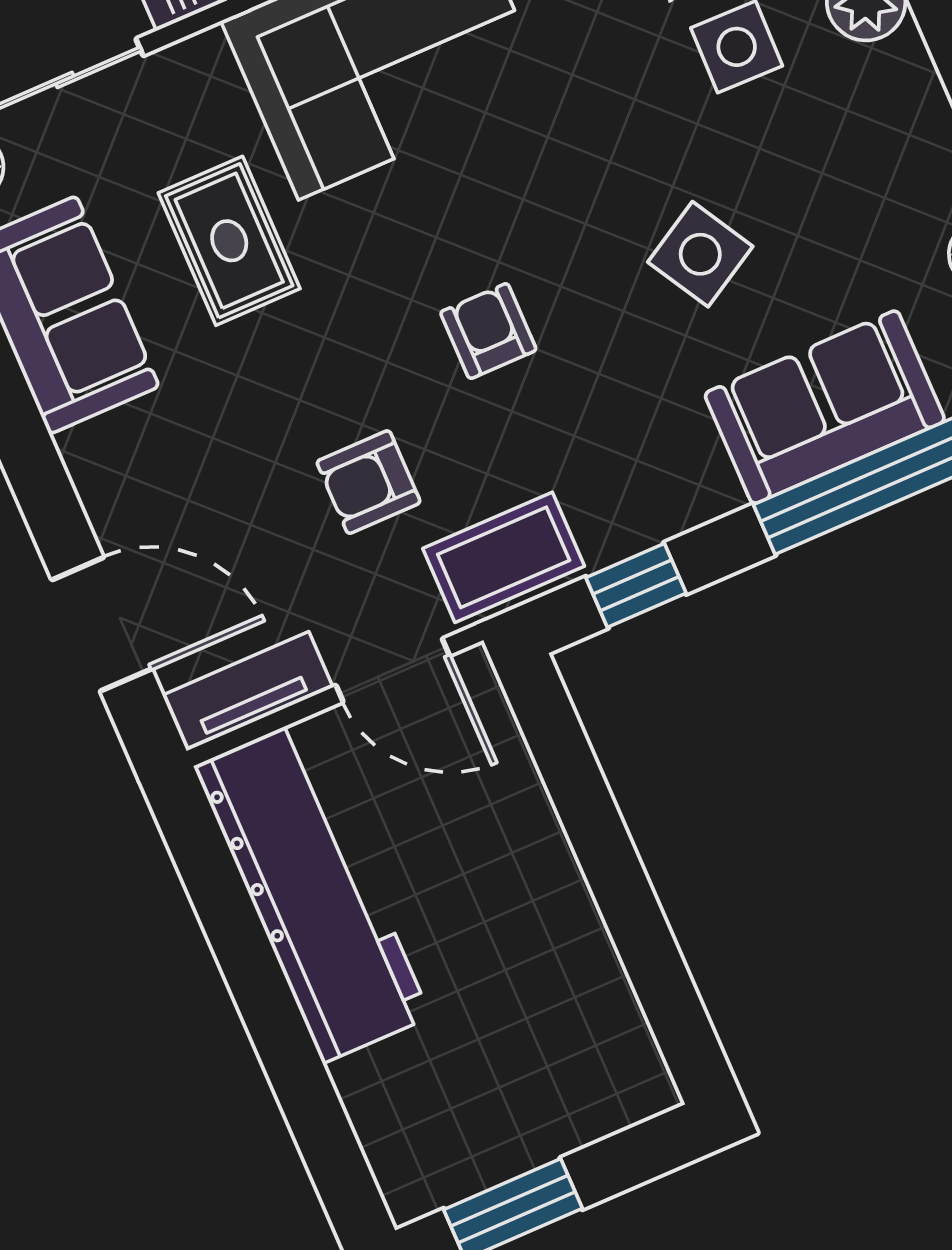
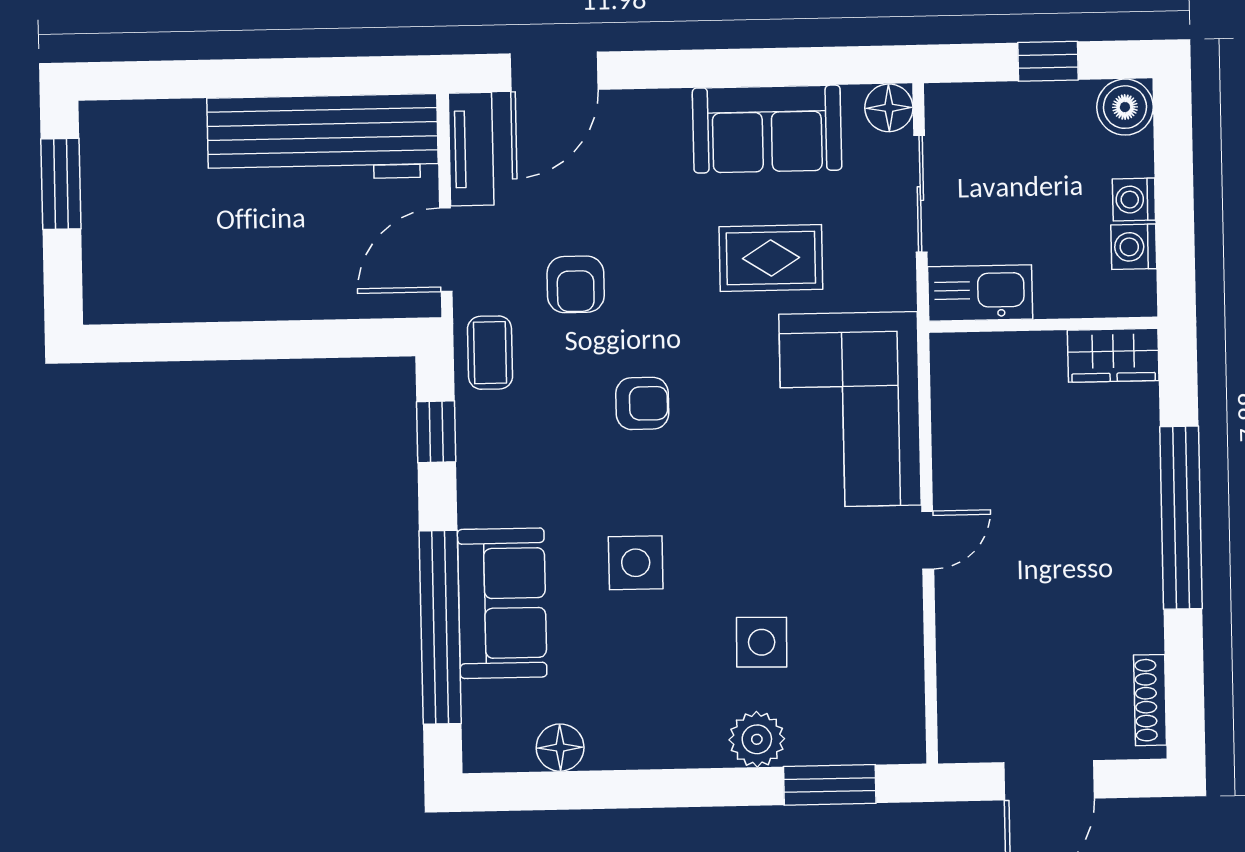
side table: (700, 254) -> (636, 563), turned 30
armchair: (369, 482) -> (576, 284), turned 180
coffee table: (504, 557) -> (490, 353), width x0.73, depth x0.77

